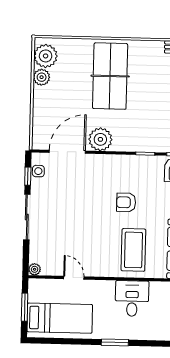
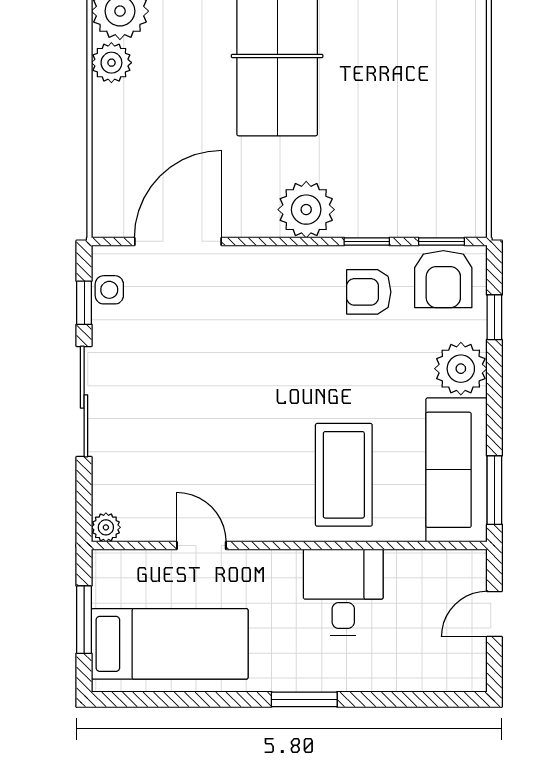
plant: (100, 139) -> (306, 210), moved
armchair: (126, 202) -> (369, 292), moved

